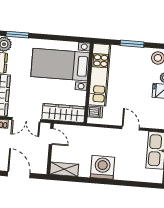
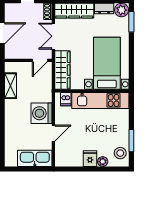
window: (132, 44) -> (131, 141), moved
washing machine: (102, 167) -> (41, 113), moved, turned 180
shelving: (64, 169) -> (11, 86), moved

